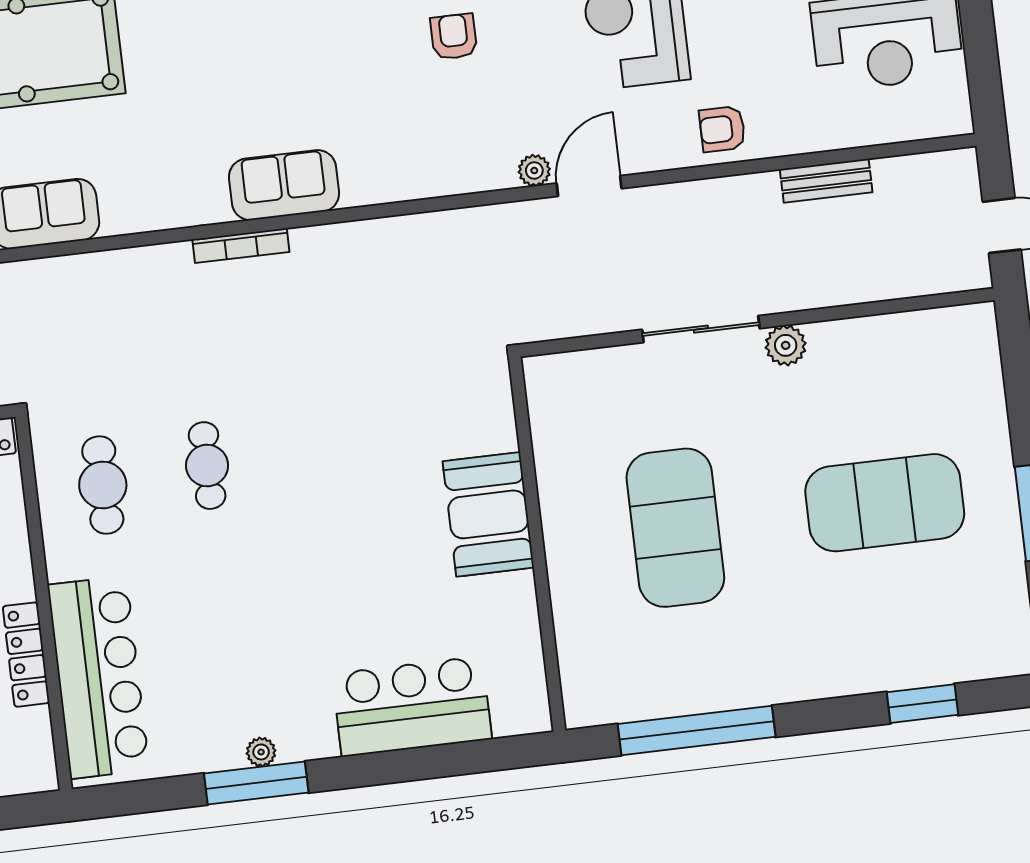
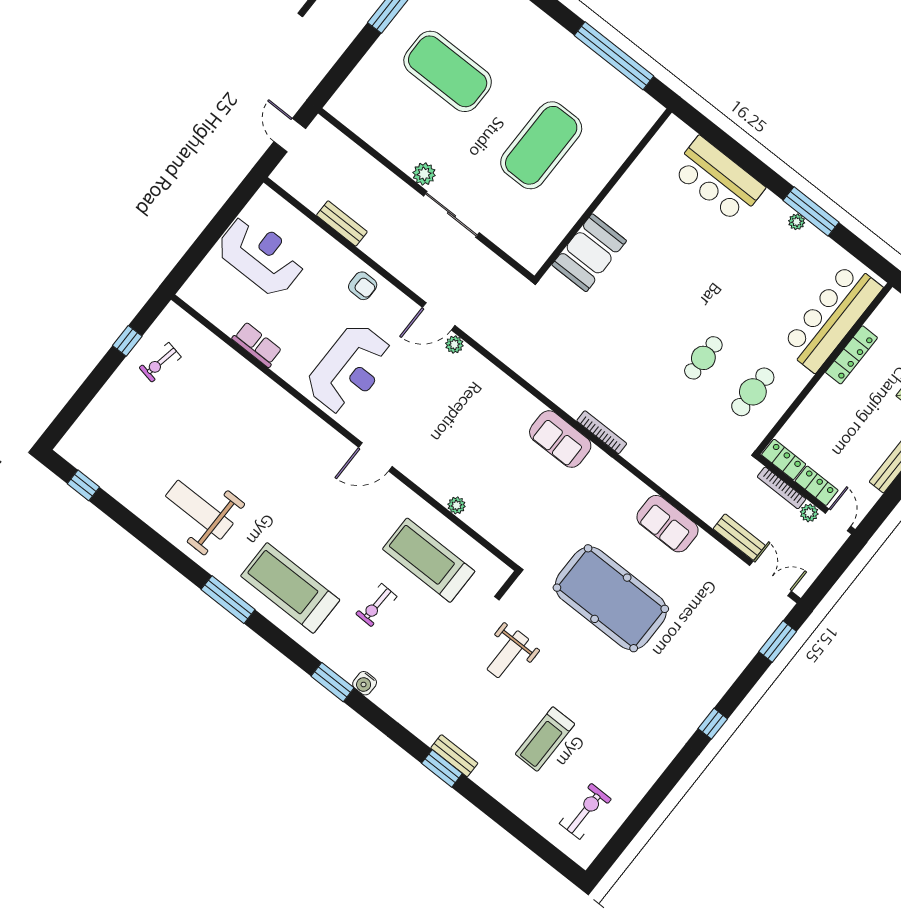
armchair: (454, 37) -> (433, 430), removed
booth: (488, 514) -> (589, 253), moved

